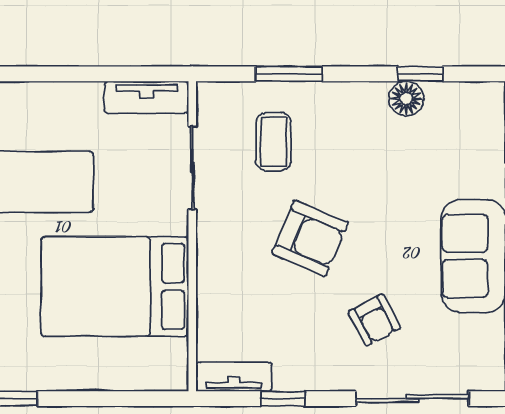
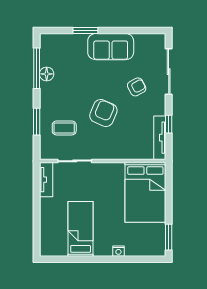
window: (420, 74) -> (37, 68), width x2.17
bed: (115, 287) -> (145, 192), moved
tv unit: (234, 377) -> (160, 138), width x1.41

